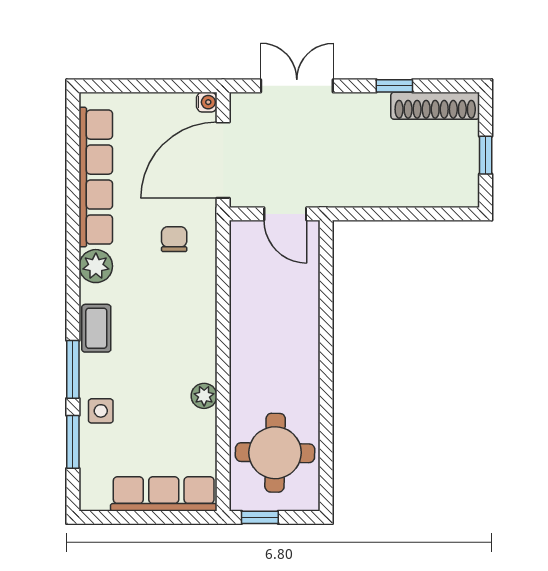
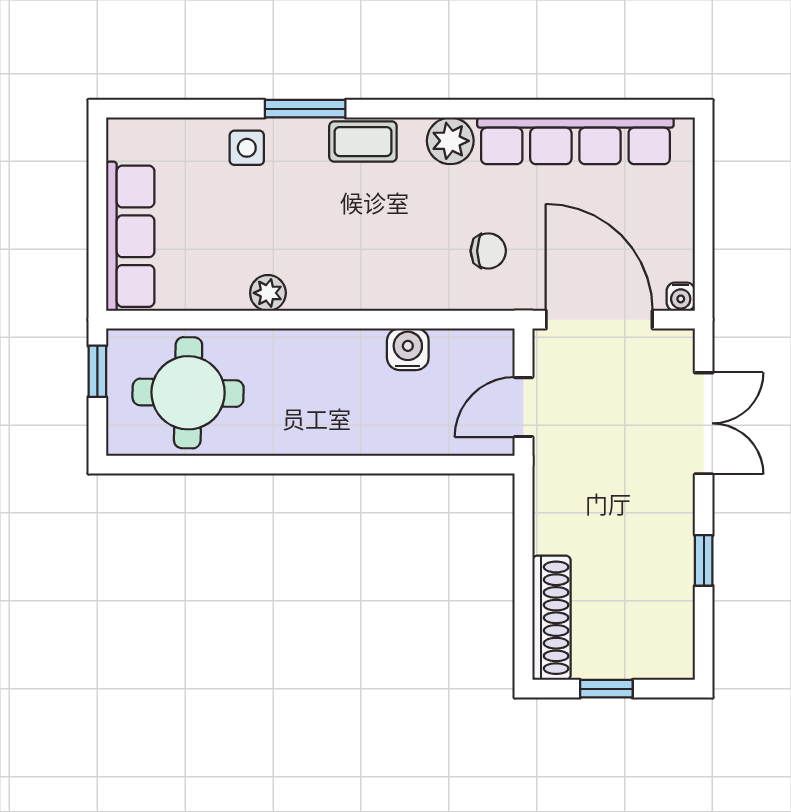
shoe rack: (435, 106) -> (551, 618), moved, turned 180
water cooler: (244, 296) -> (408, 349), added
window: (73, 442) -> (203, 109), removed

